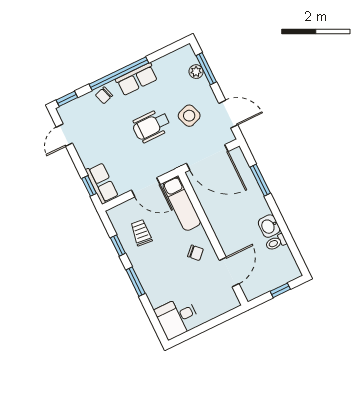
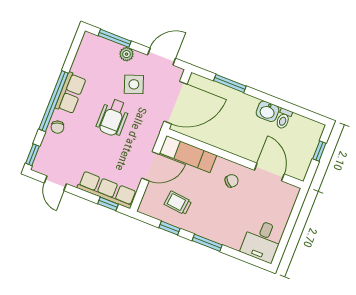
plant: (196, 72) -> (126, 54), moved
row of seats: (102, 183) -> (107, 190), width x1.48

